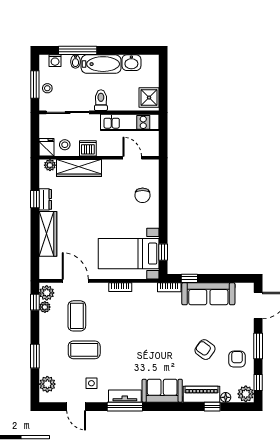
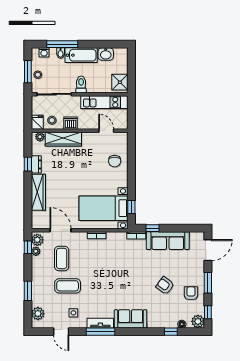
piano: (201, 394) -> (162, 322), removed

